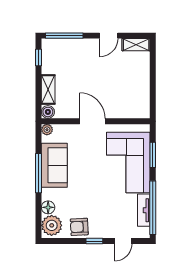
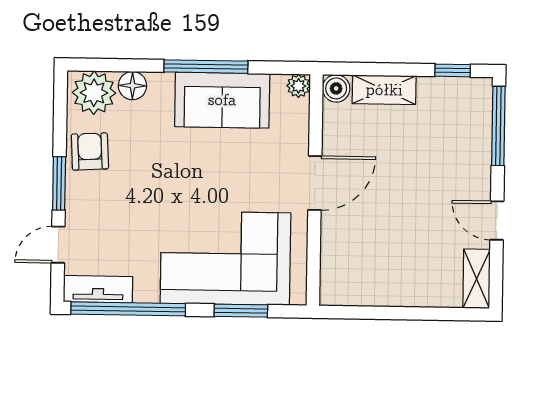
tv unit: (144, 210) -> (98, 289), moved
window: (94, 241) -> (59, 183), width x1.50
door: (123, 241) -> (58, 245), hinge flipped

